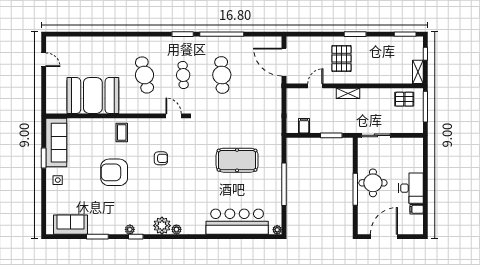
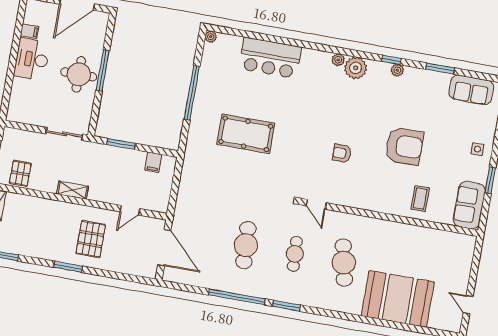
shelving: (348, 93) -> (73, 190), moved
booth: (93, 95) -> (398, 299), moved
pallet: (404, 99) -> (20, 173), turned 90
coffee table: (122, 132) -> (420, 199), moved
sofa: (56, 143) -> (469, 205), width x0.73
bar counter: (237, 222) -> (270, 58), width x0.73

